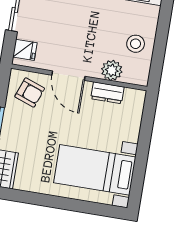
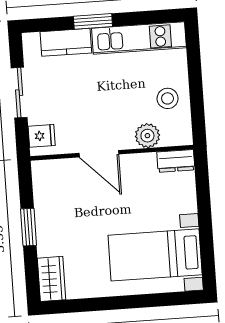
armchair: (30, 93) -> (59, 184), removed
dresser: (107, 93) -> (176, 161), moved

